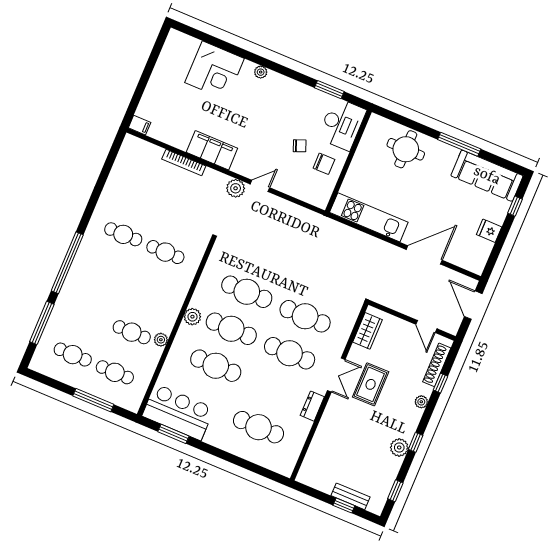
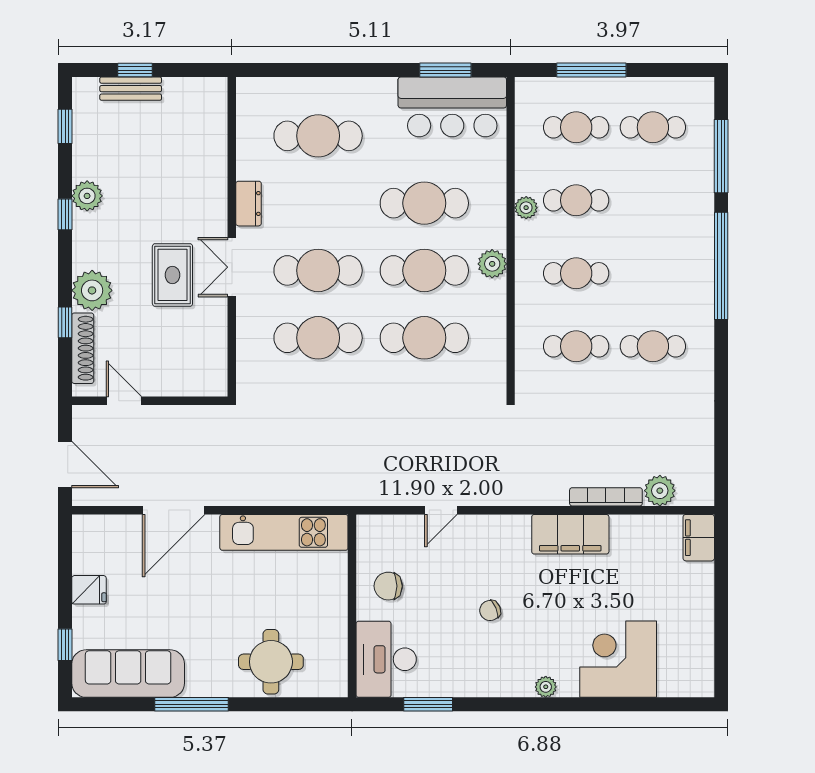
filing cabinet: (140, 125) -> (699, 538), width x2.00
chair: (300, 146) -> (490, 610), moved
door: (260, 186) -> (441, 510), moved
plant: (236, 188) -> (660, 491), moved
cafe table: (149, 292) -> (576, 273), added
wardrobe: (367, 331) -> (212, 356), removed
plant: (421, 402) -> (92, 290), width x1.88, depth x1.88

